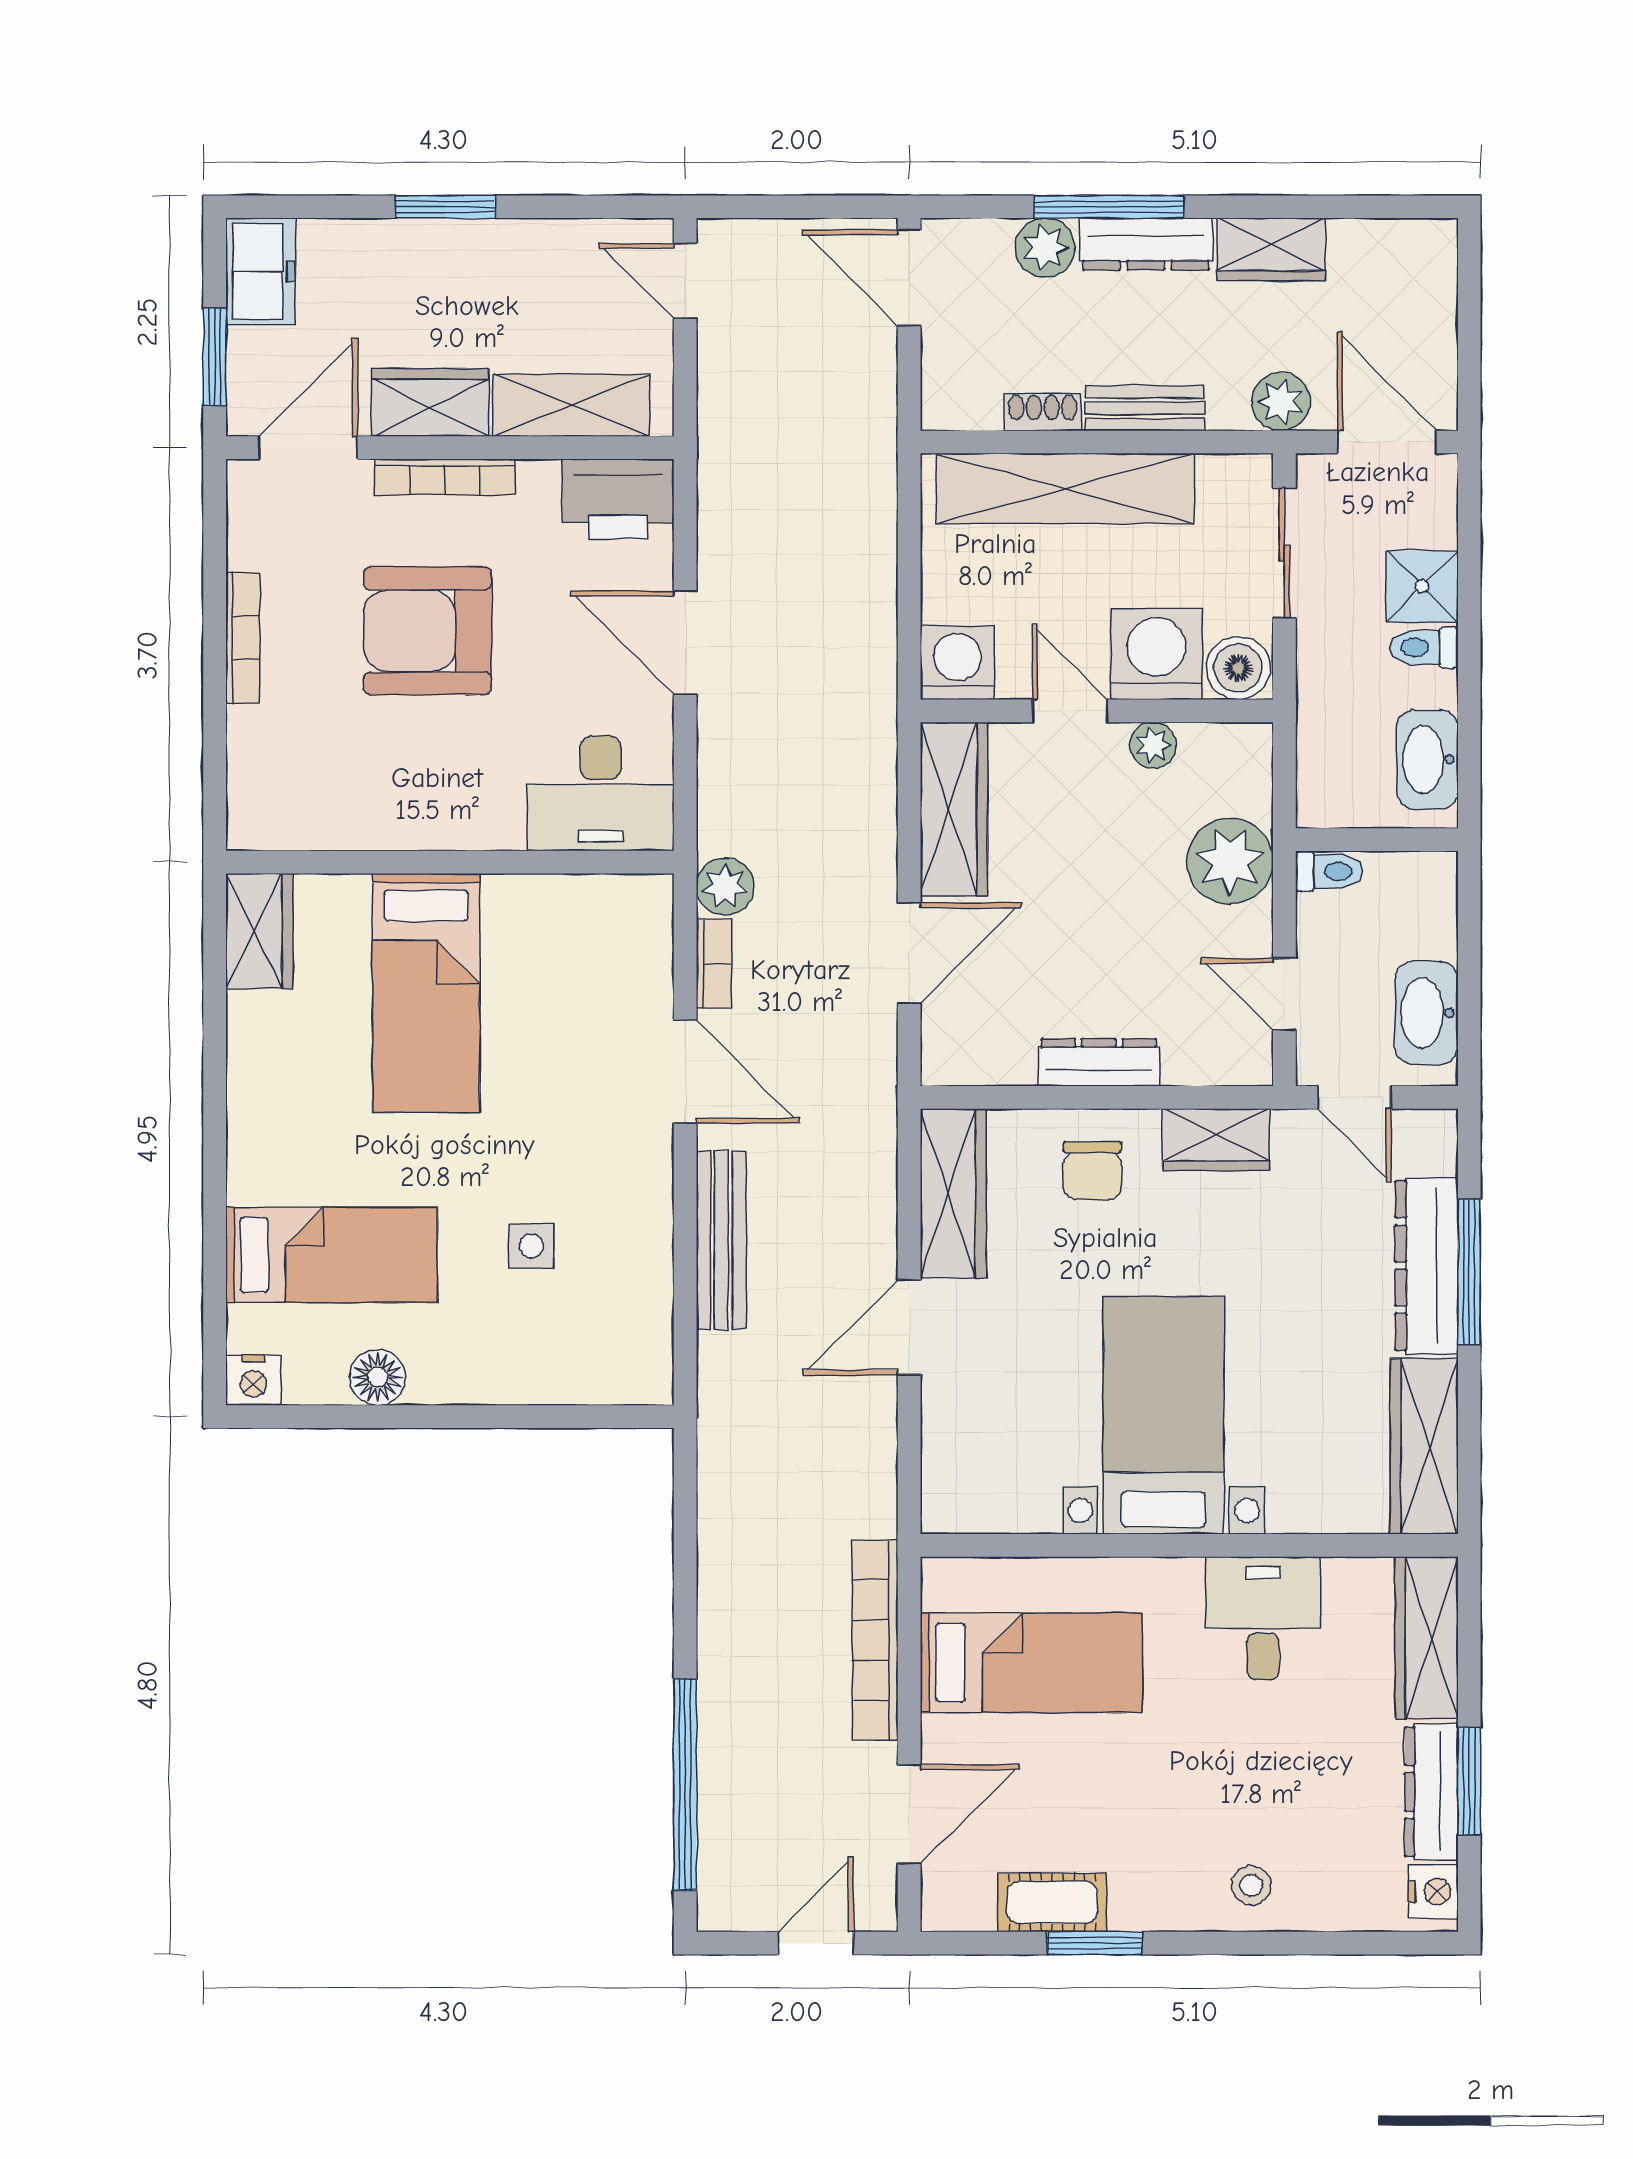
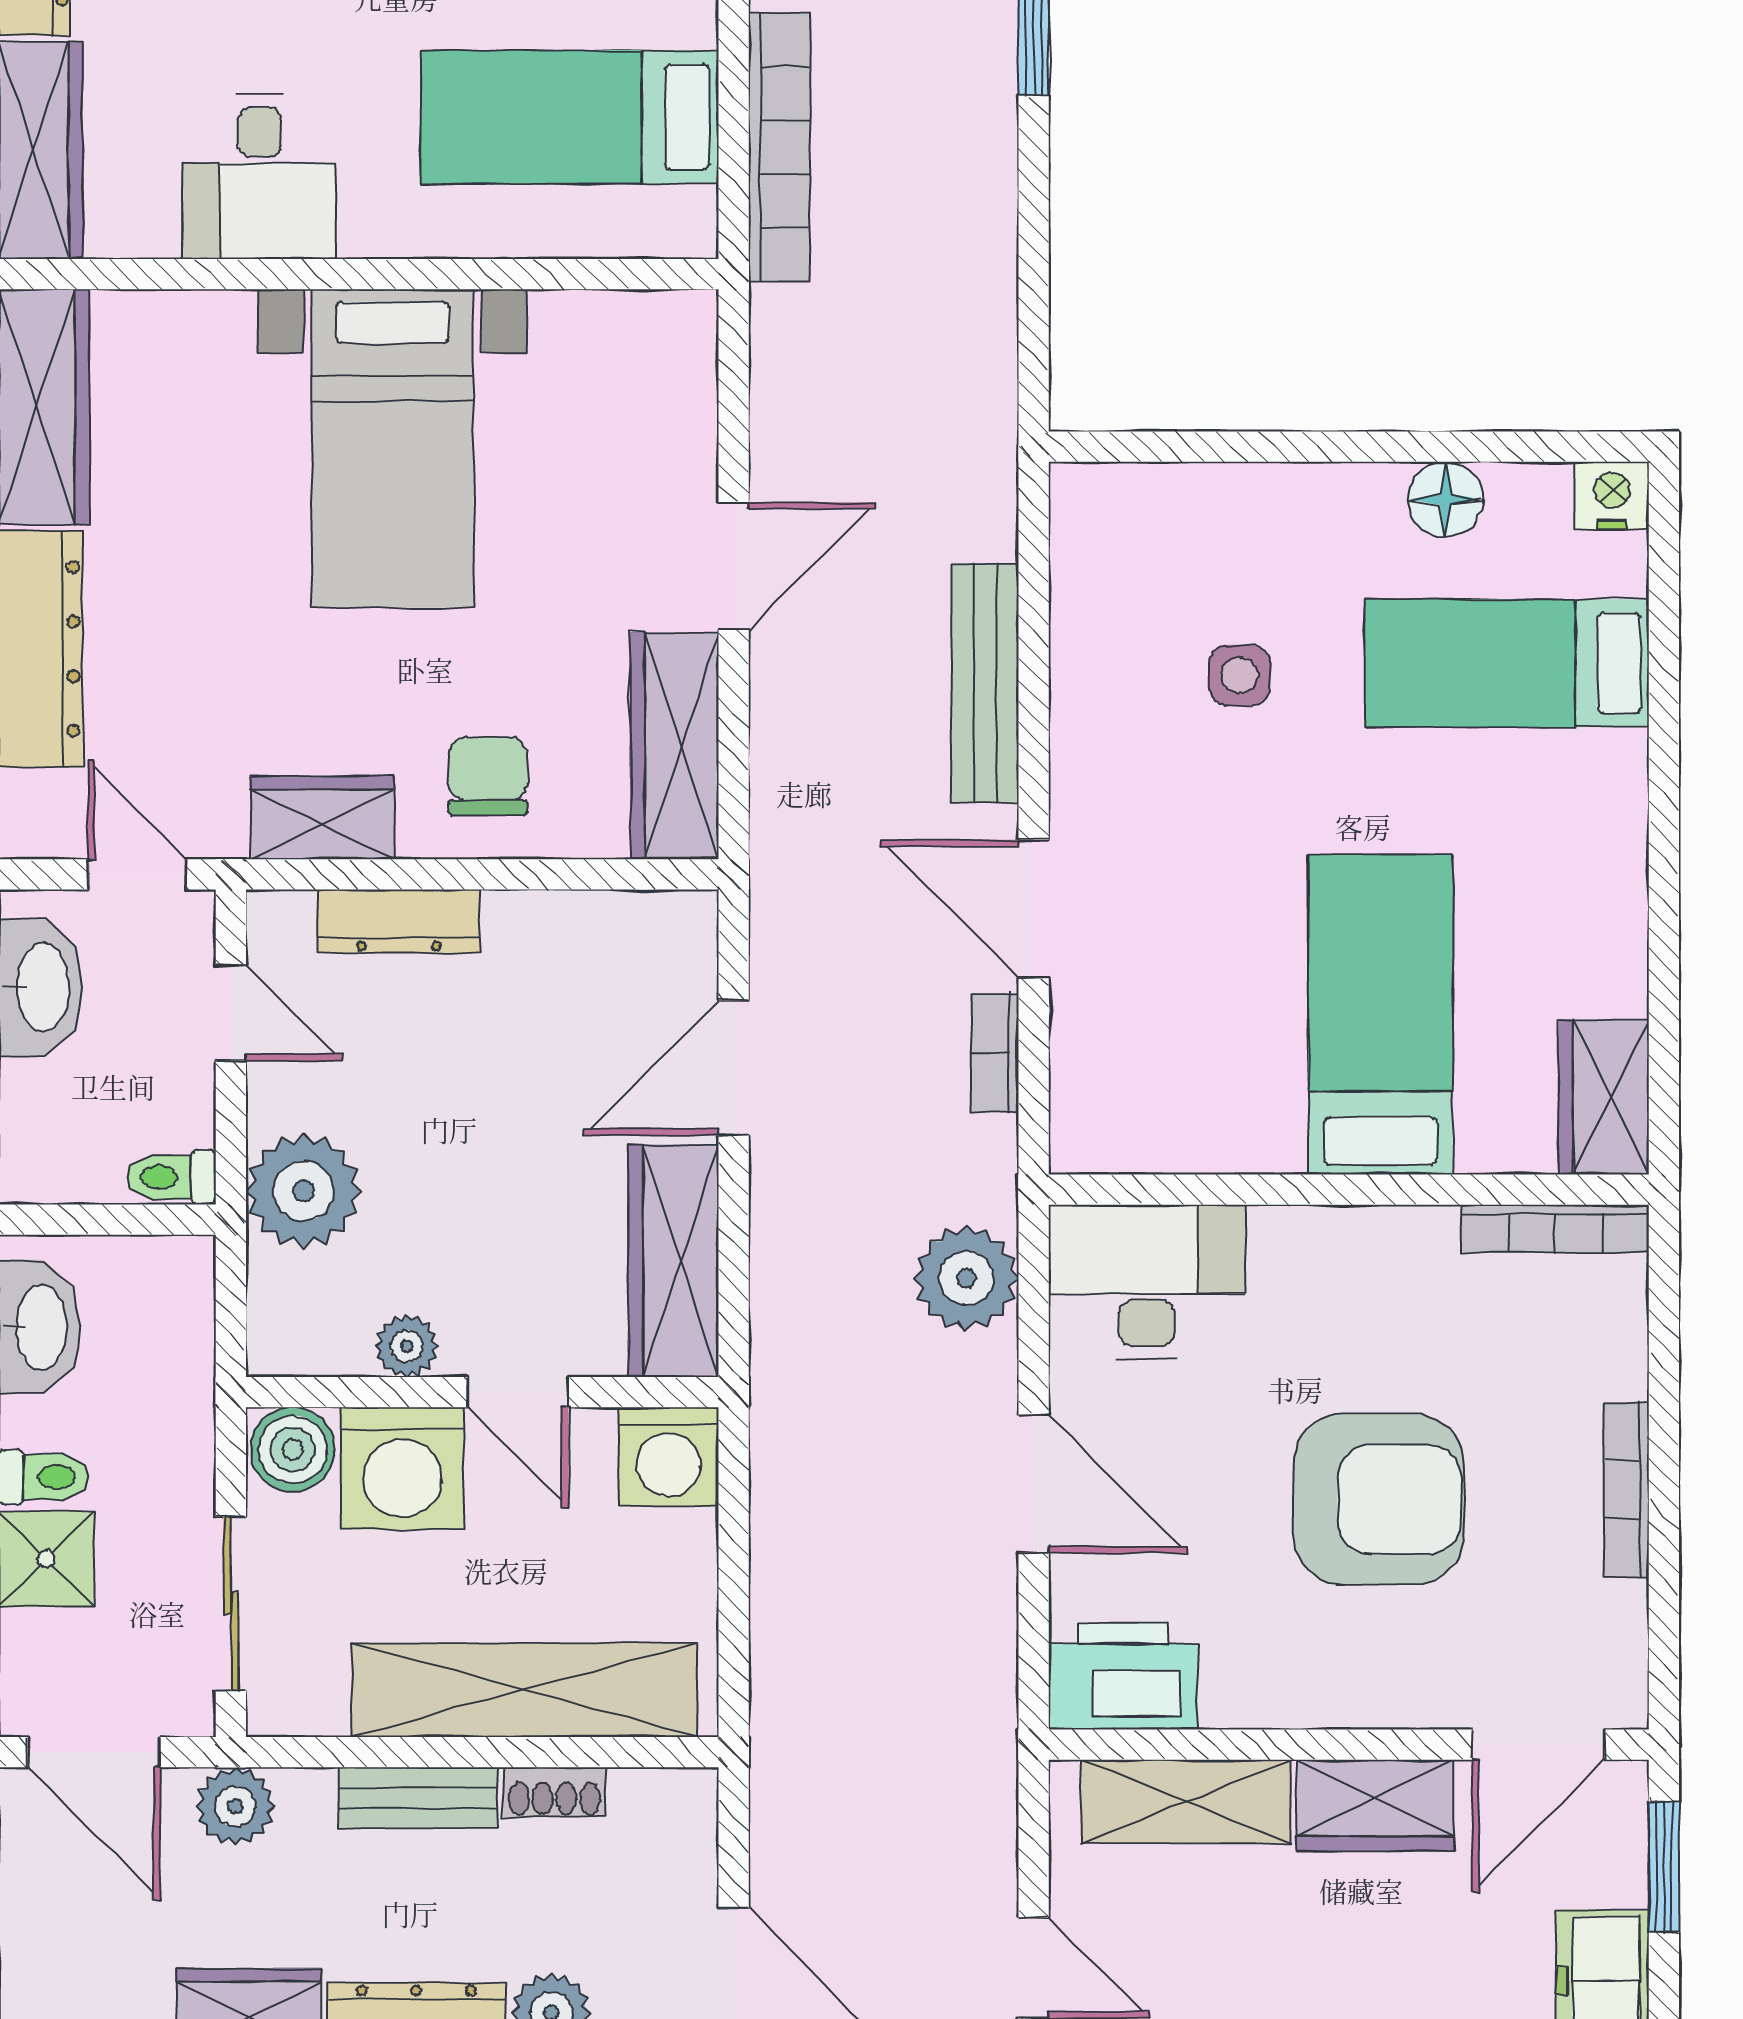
bookcase: (445, 477) -> (1555, 1229), moved, turned 180
plant: (725, 887) -> (966, 1278), moved, width x1.36, depth x1.36
dresser: (1099, 1062) -> (399, 921), moved

